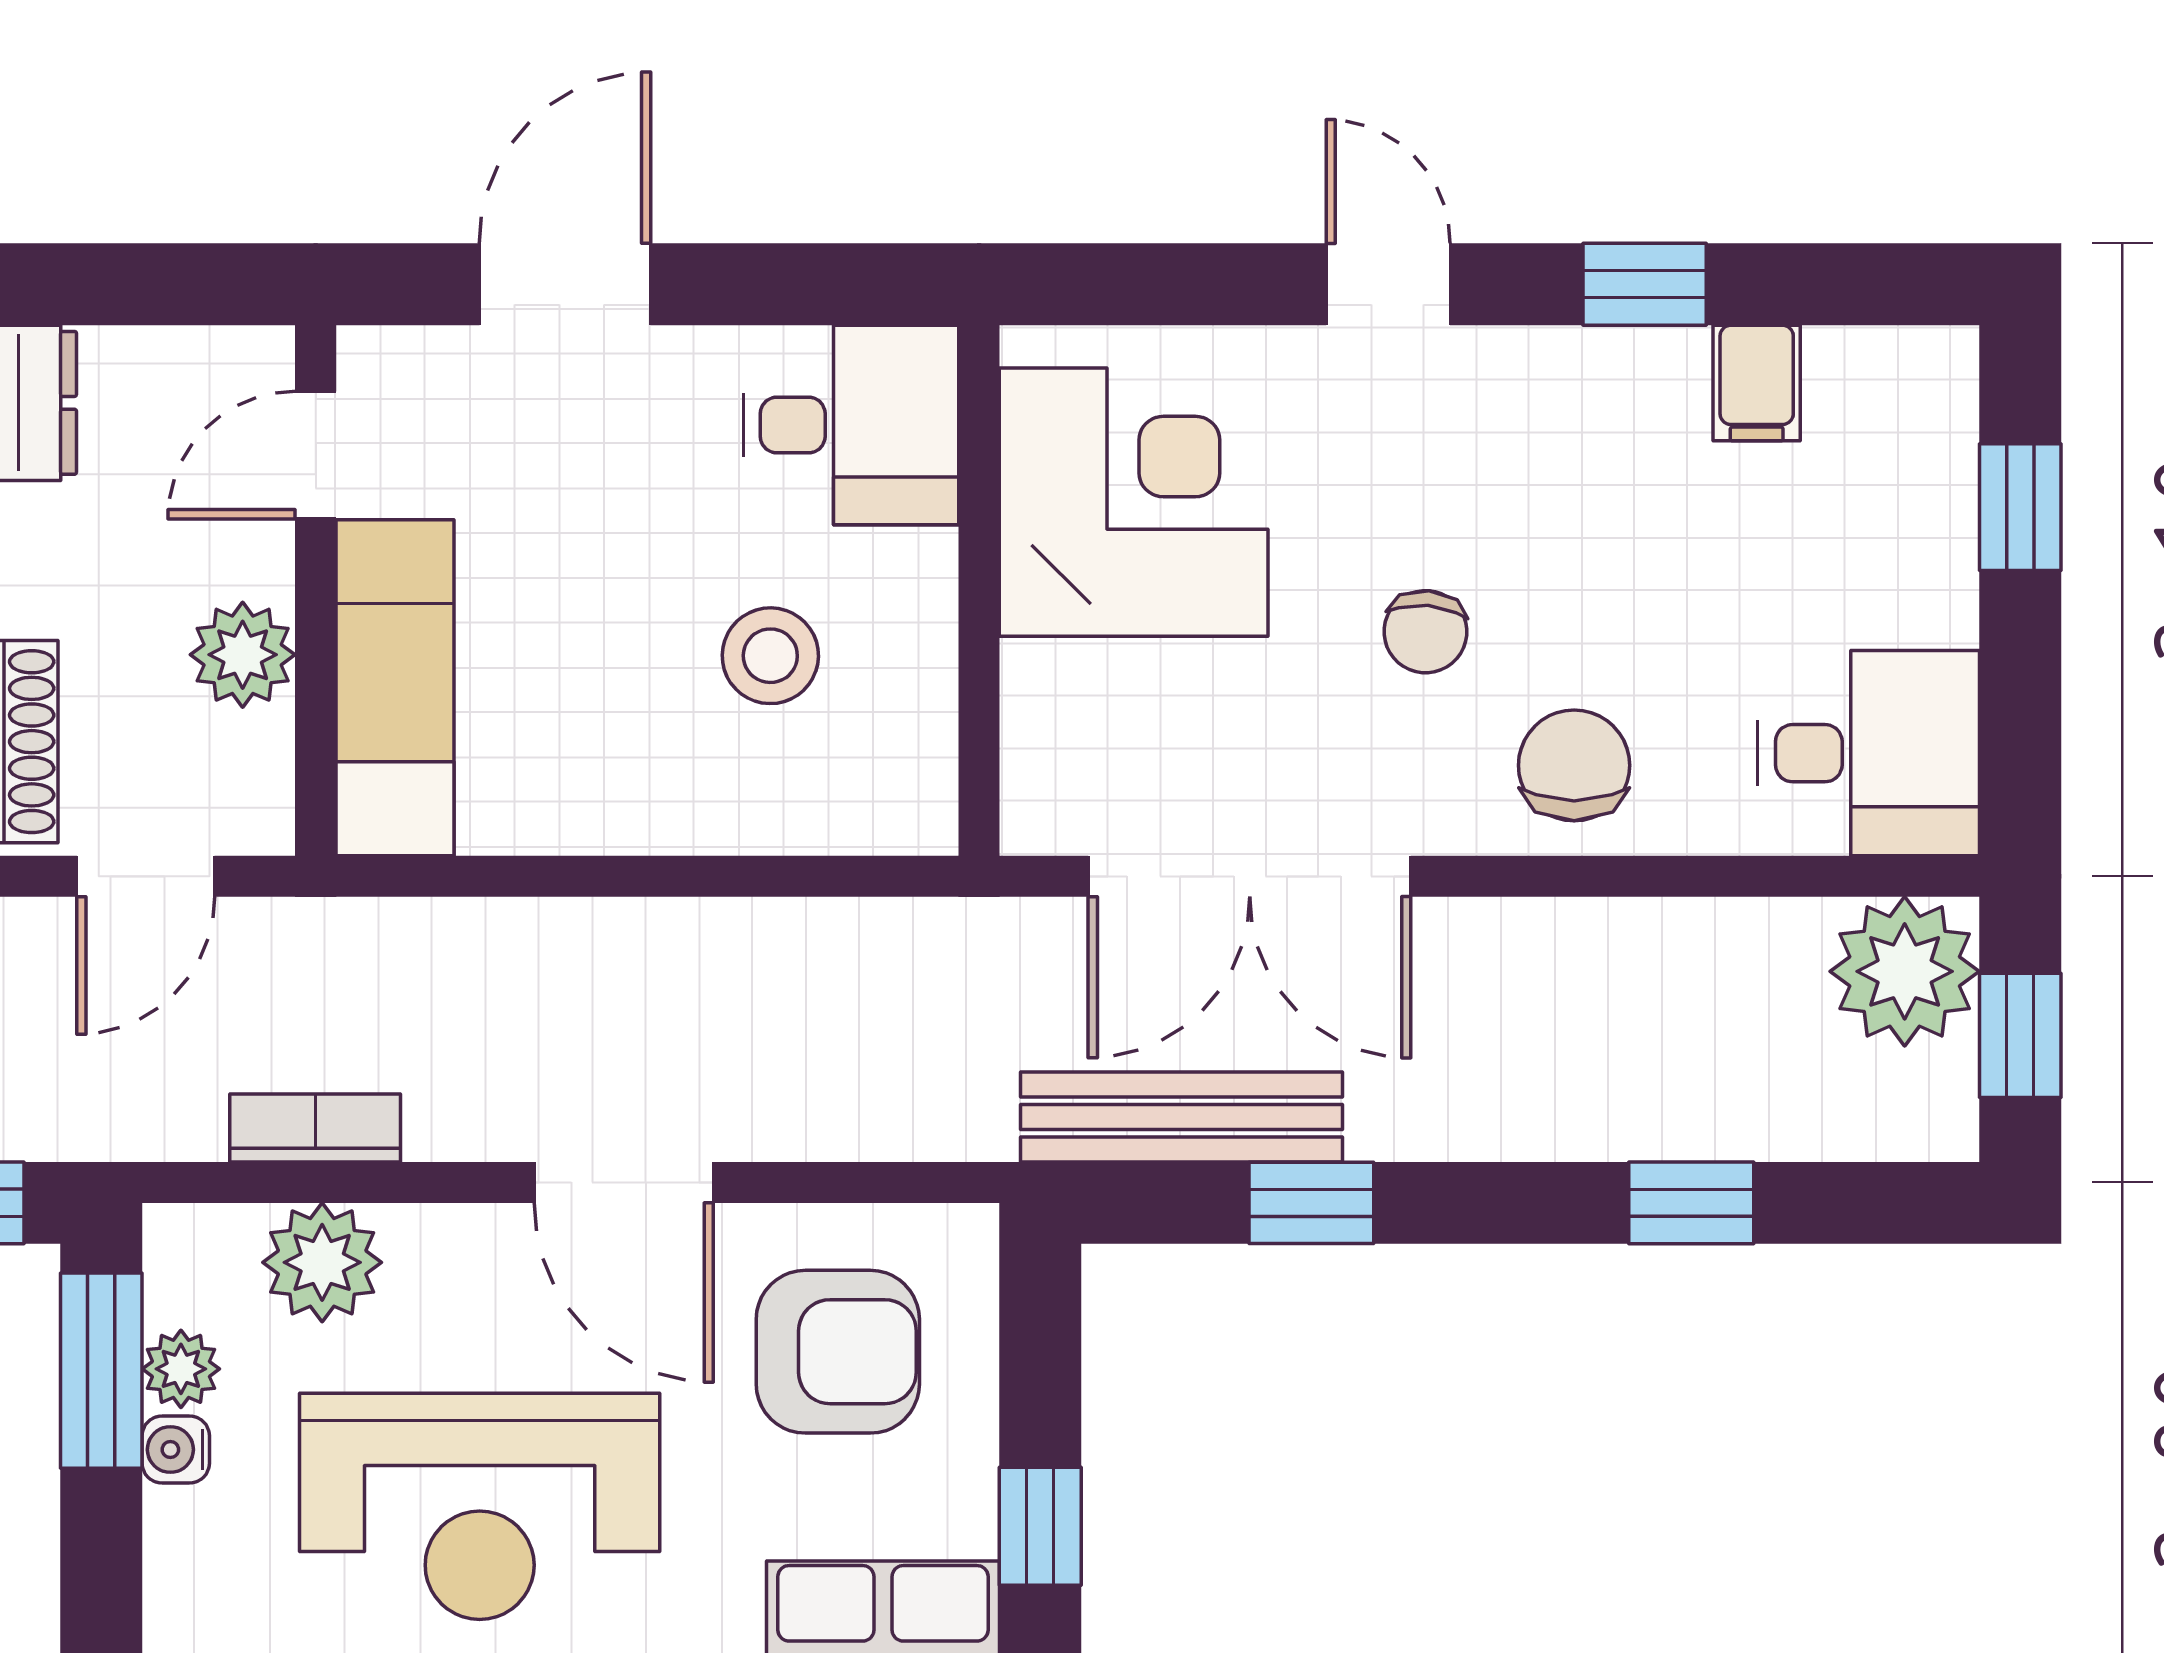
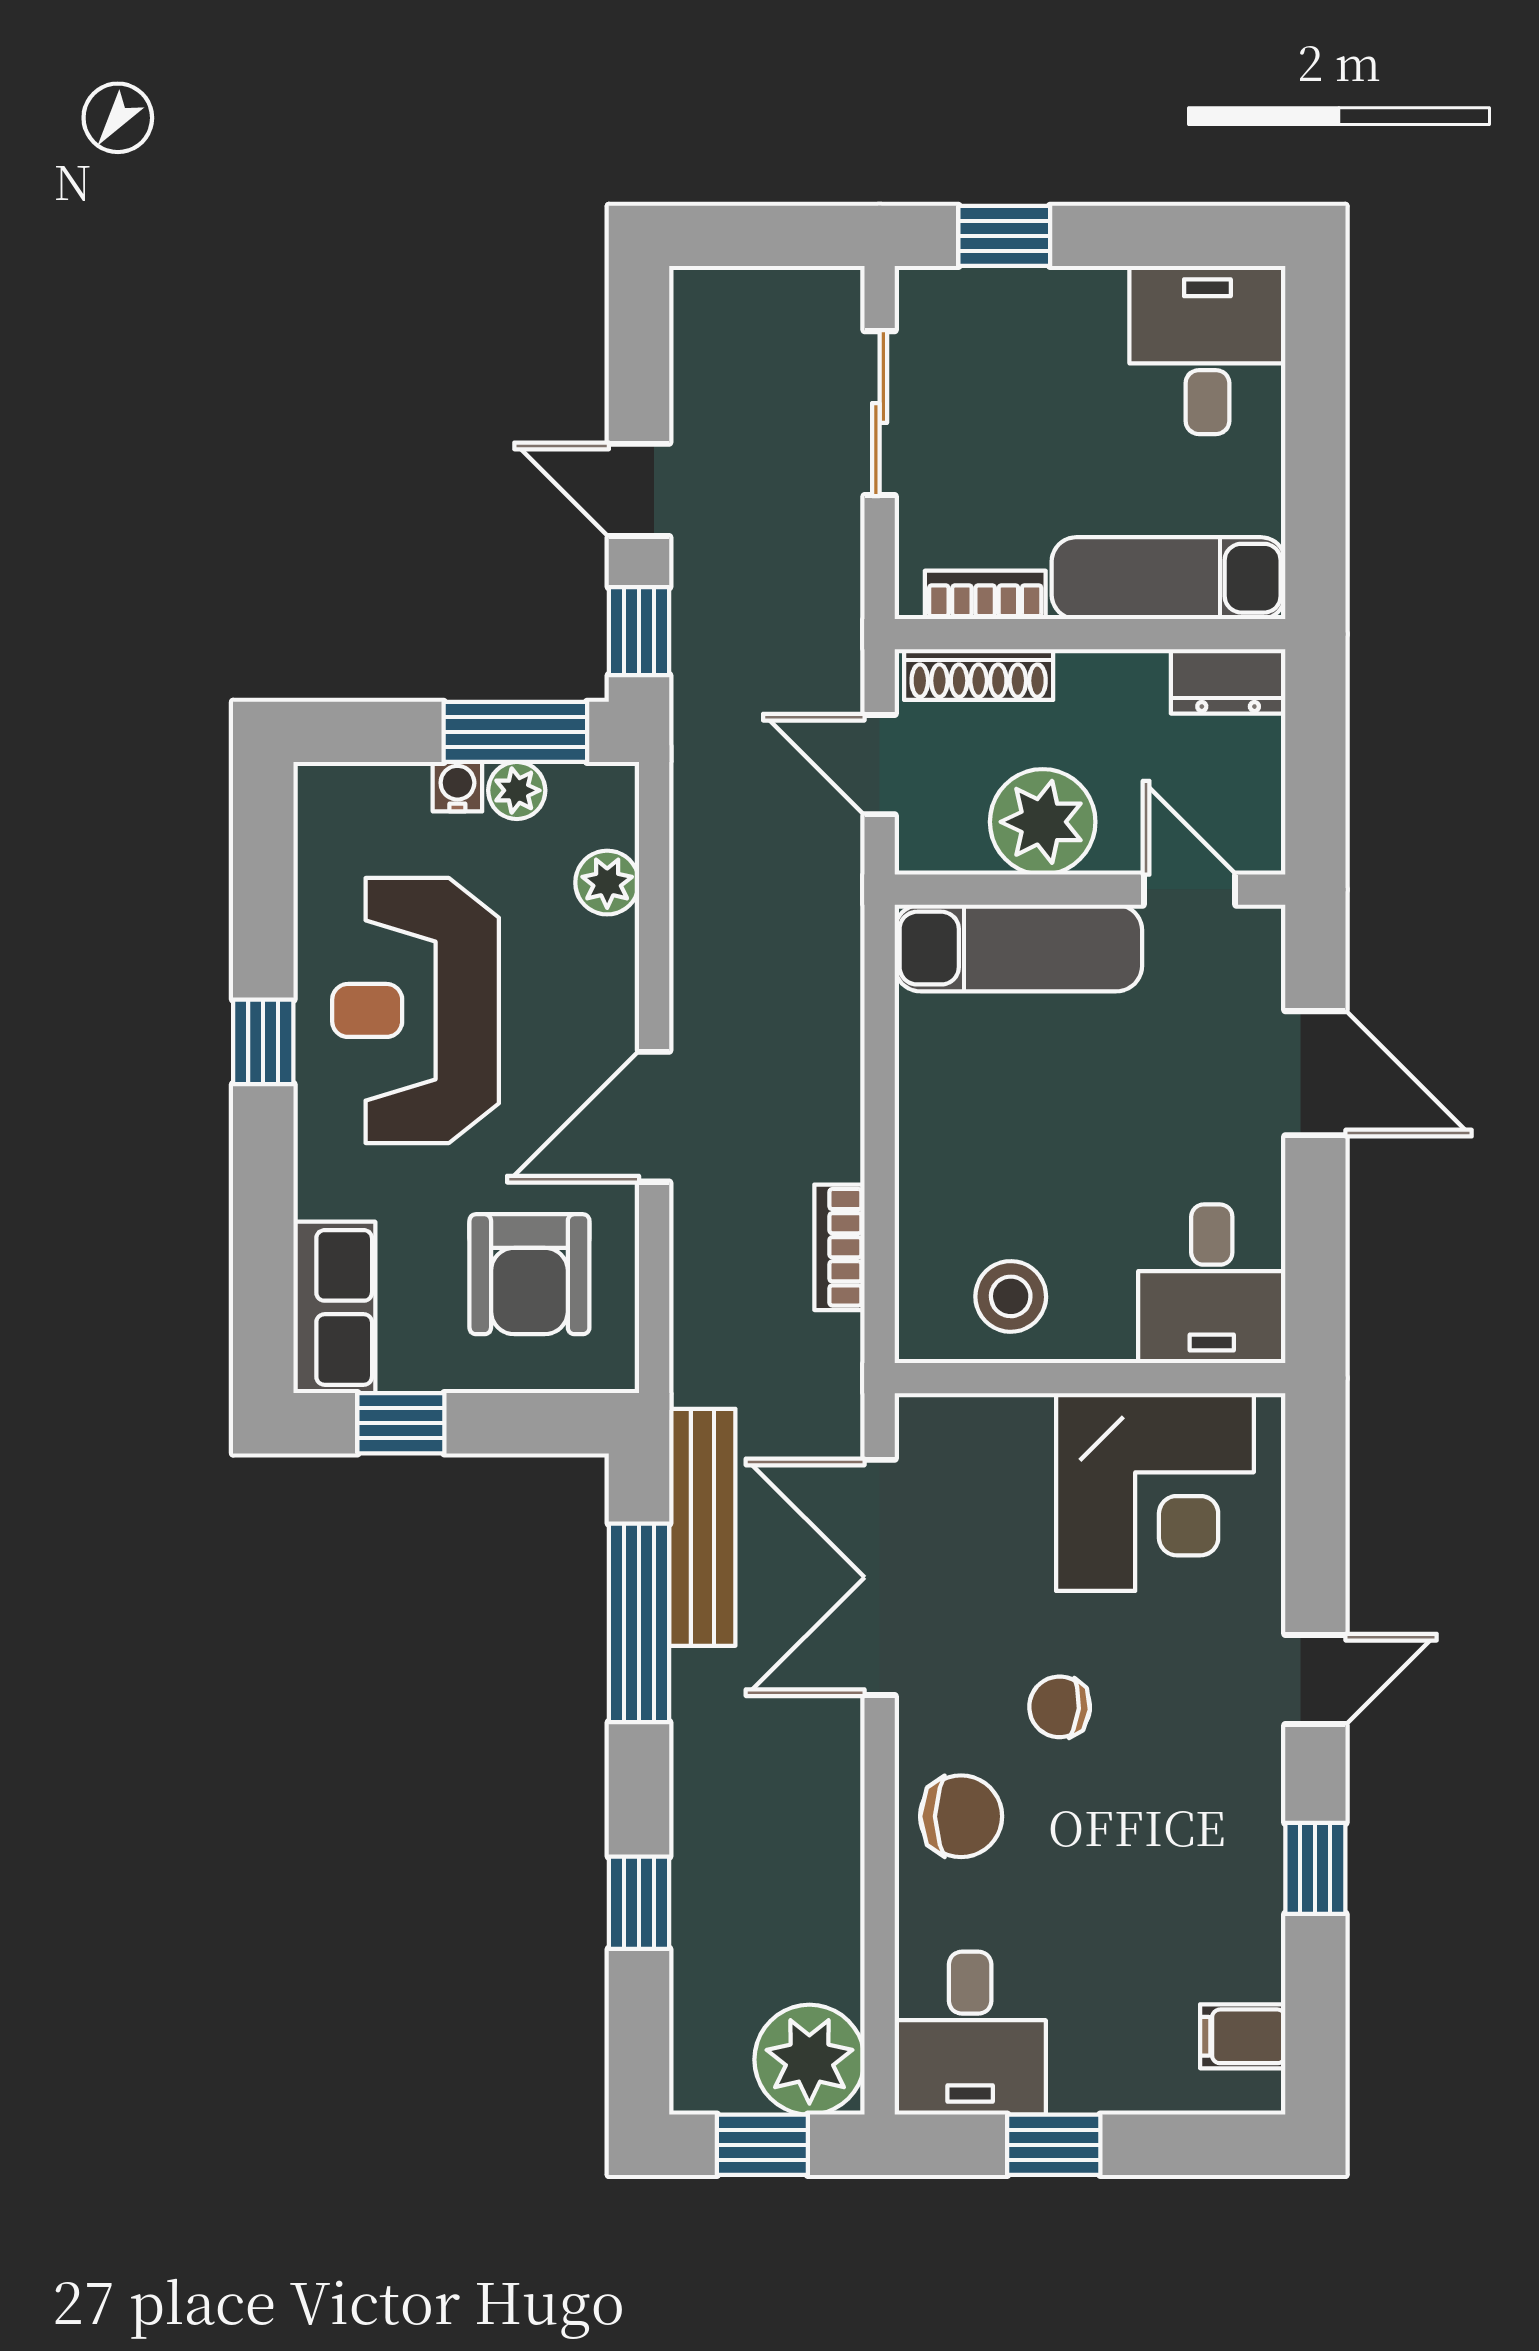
filing cabinet: (1757, 383) -> (1243, 2036), moved
window: (2020, 507) -> (1054, 2145), moved
plant: (243, 655) -> (1043, 822), width x1.36, depth x1.36
stool: (770, 656) -> (1011, 1296), moved
bookcase: (315, 1128) -> (839, 1247), moved, turned 180
window: (1311, 1203) -> (639, 1623), width x2.17
plant: (322, 1262) -> (607, 883), width x0.73, depth x0.73

